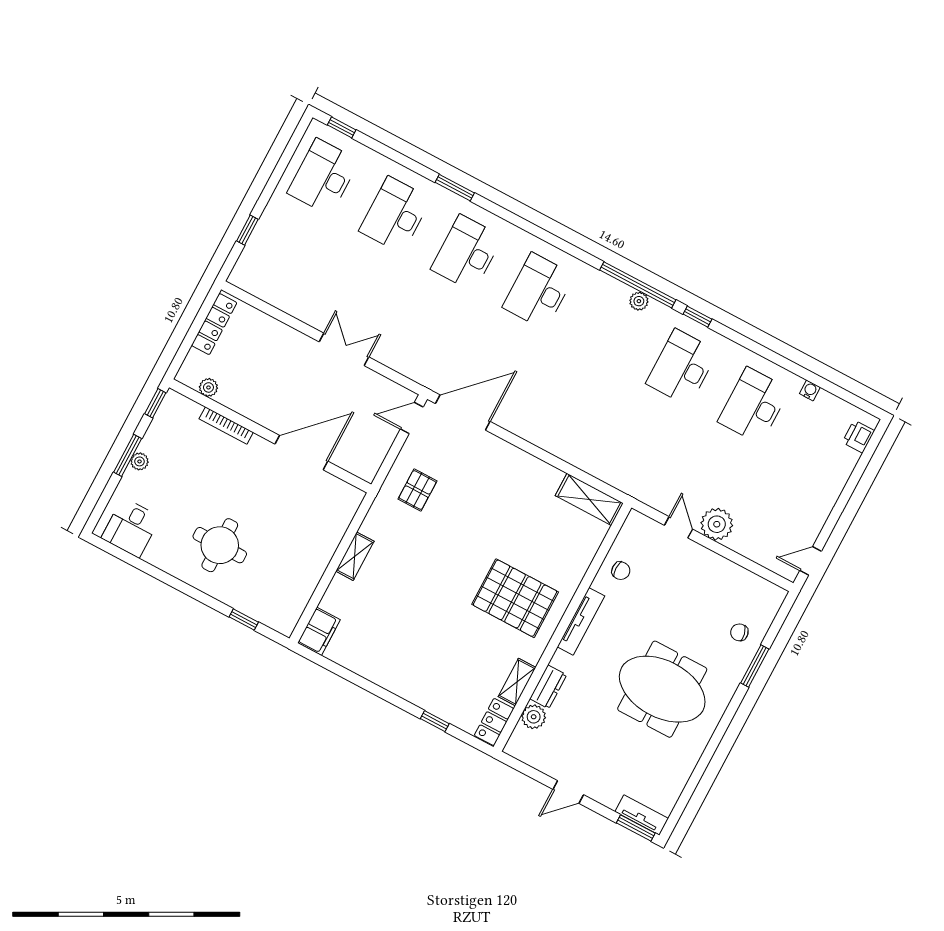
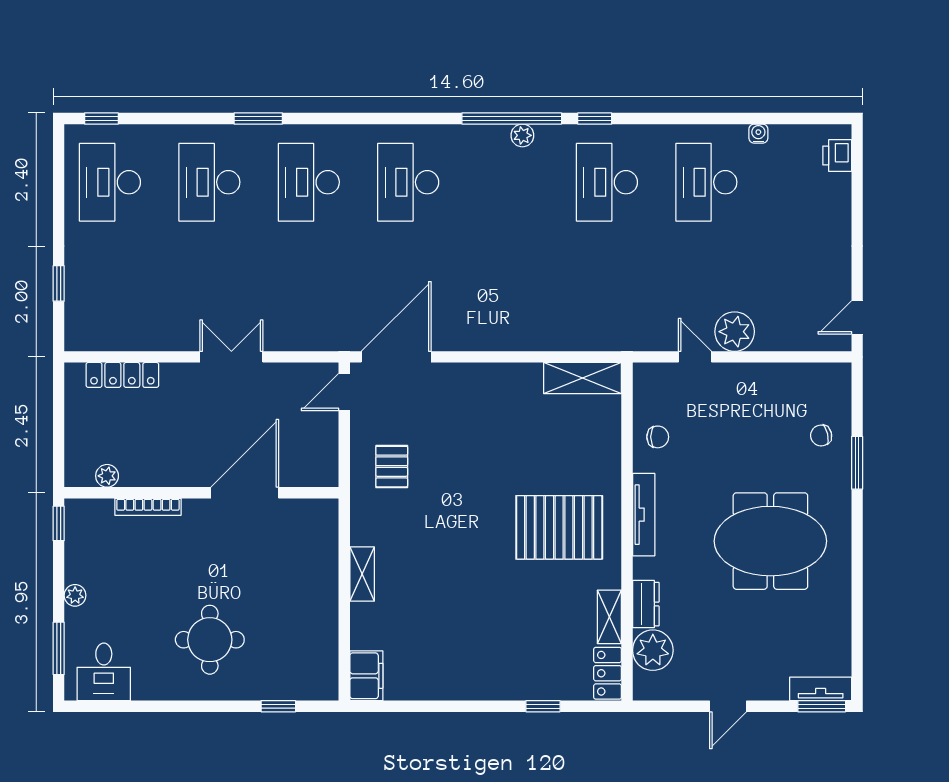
locker: (214, 324) -> (122, 375), moved, turned 90
window: (128, 455) -> (59, 648), moved
plant: (534, 717) -> (653, 650), width x1.36, depth x1.36

